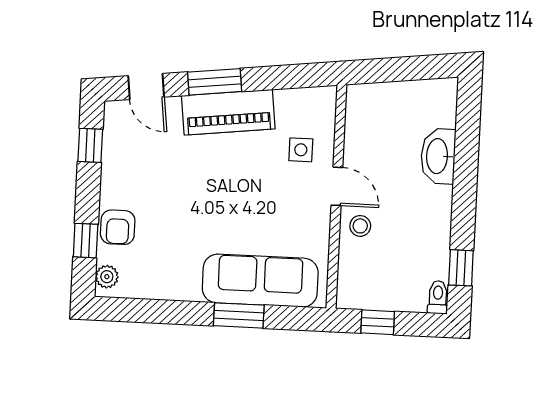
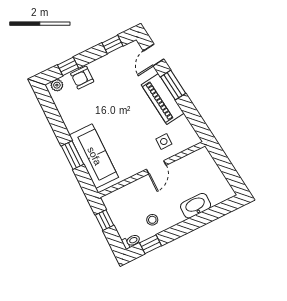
stool: (360, 226) -> (152, 220), moved

